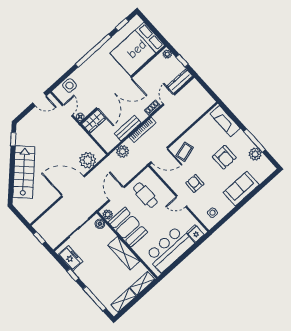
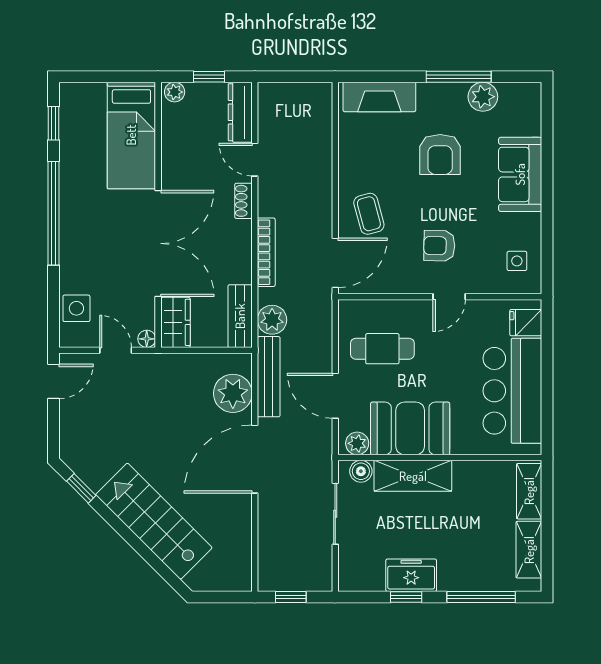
bed: (137, 49) -> (131, 135), width x0.67
bench: (128, 128) -> (240, 316), moved
armchair: (224, 157) -> (440, 154), turned 90
bench: (103, 167) -> (269, 377), added
shelving: (124, 253) -> (413, 476), moved
freezer: (70, 258) -> (411, 575), moved

